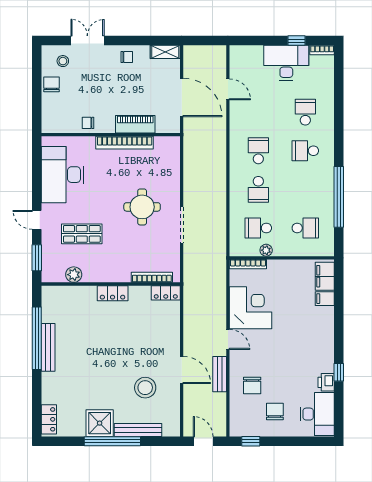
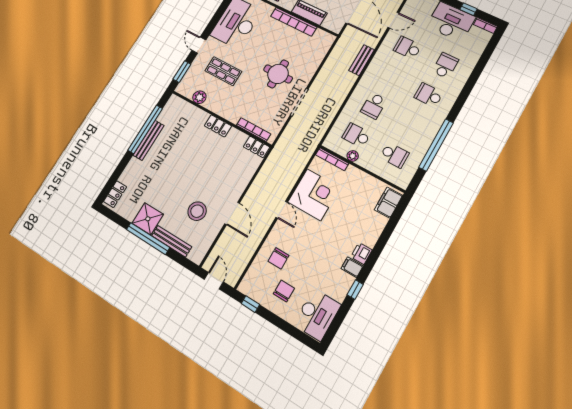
door: (228, 89) -> (393, 20), hinge flipped
school desk: (258, 151) -> (407, 48), moved, turned -90
filing cabinet: (325, 299) -> (352, 267), moved
bench: (220, 374) -> (362, 60), moved
printer: (326, 382) -> (361, 253), moved

